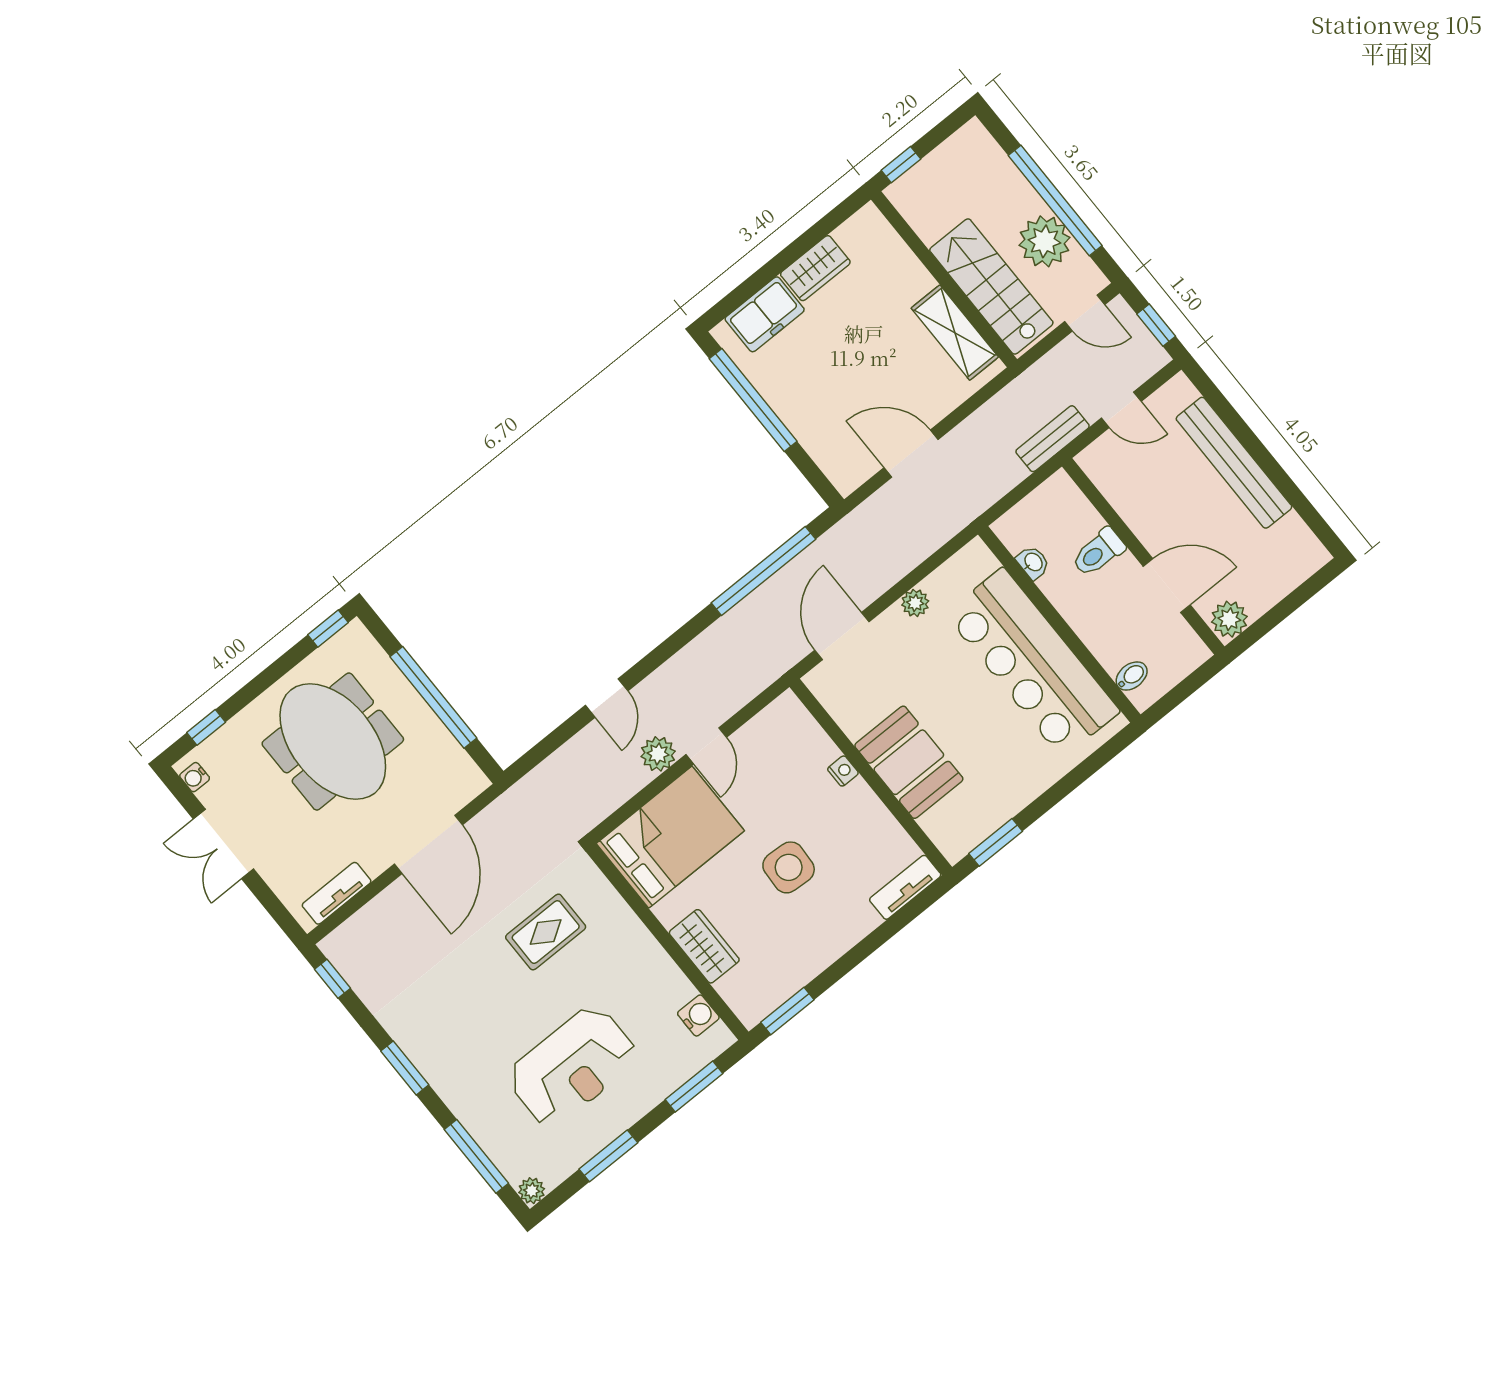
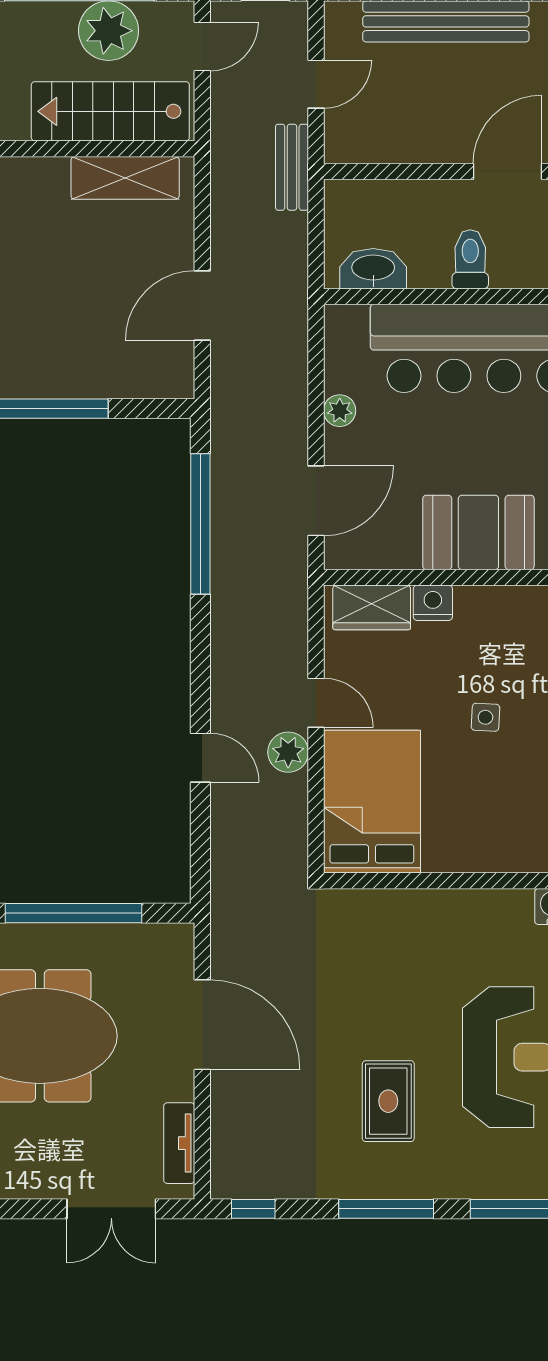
toilet: (1098, 552) -> (470, 259), moved, turned 180
washbasin: (1033, 562) -> (373, 269), width x1.91, depth x1.45
door: (842, 636) -> (316, 501), swing flipped
nightstand: (843, 771) -> (433, 603), width x1.39, depth x1.35
double door: (223, 844) -> (111, 1209), moved
side table: (789, 867) -> (485, 717), width x0.54, depth x0.54
rug: (546, 932) -> (388, 1101), moved
wardrobe: (704, 946) -> (372, 607), moved, turned 180
window: (405, 1068) -> (386, 1209), width x1.44

